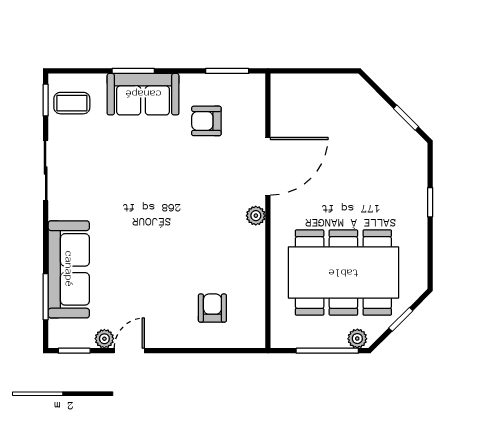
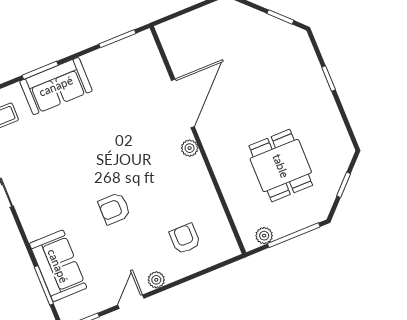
armchair: (206, 121) -> (114, 209), moved
sofa: (69, 269) -> (58, 266), width x0.73
dining table: (343, 273) -> (281, 166), width x0.53, depth x0.80
plant: (104, 339) -> (156, 280), moved
plant: (357, 339) -> (264, 236), moved

